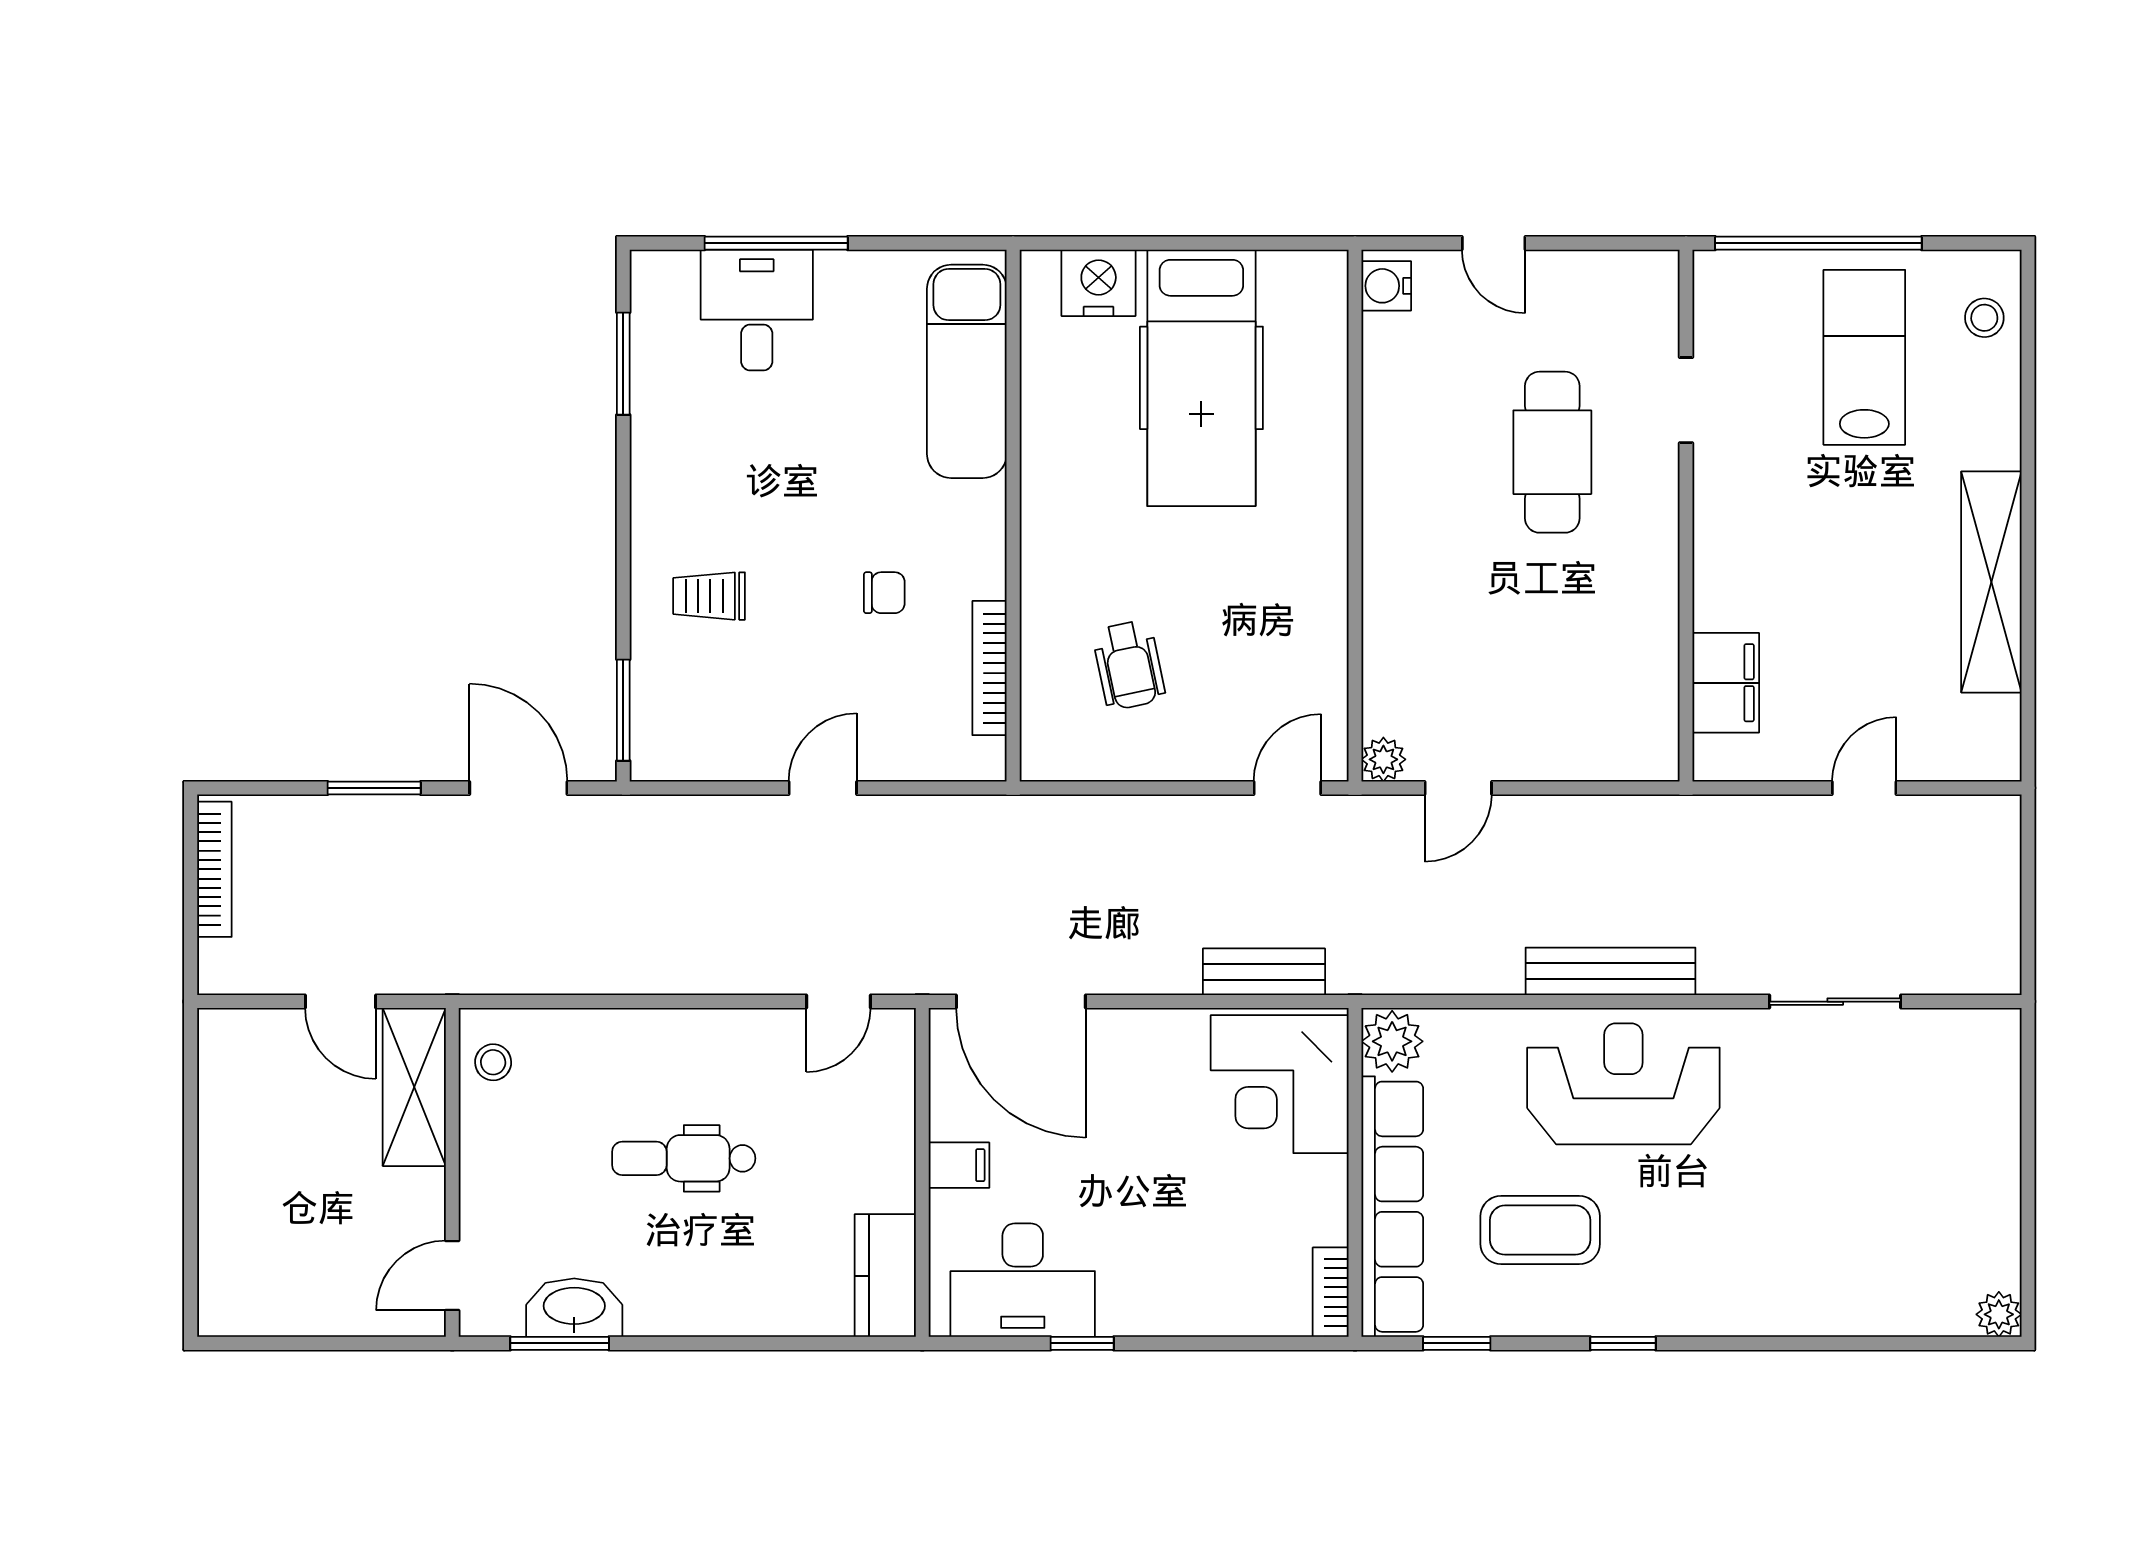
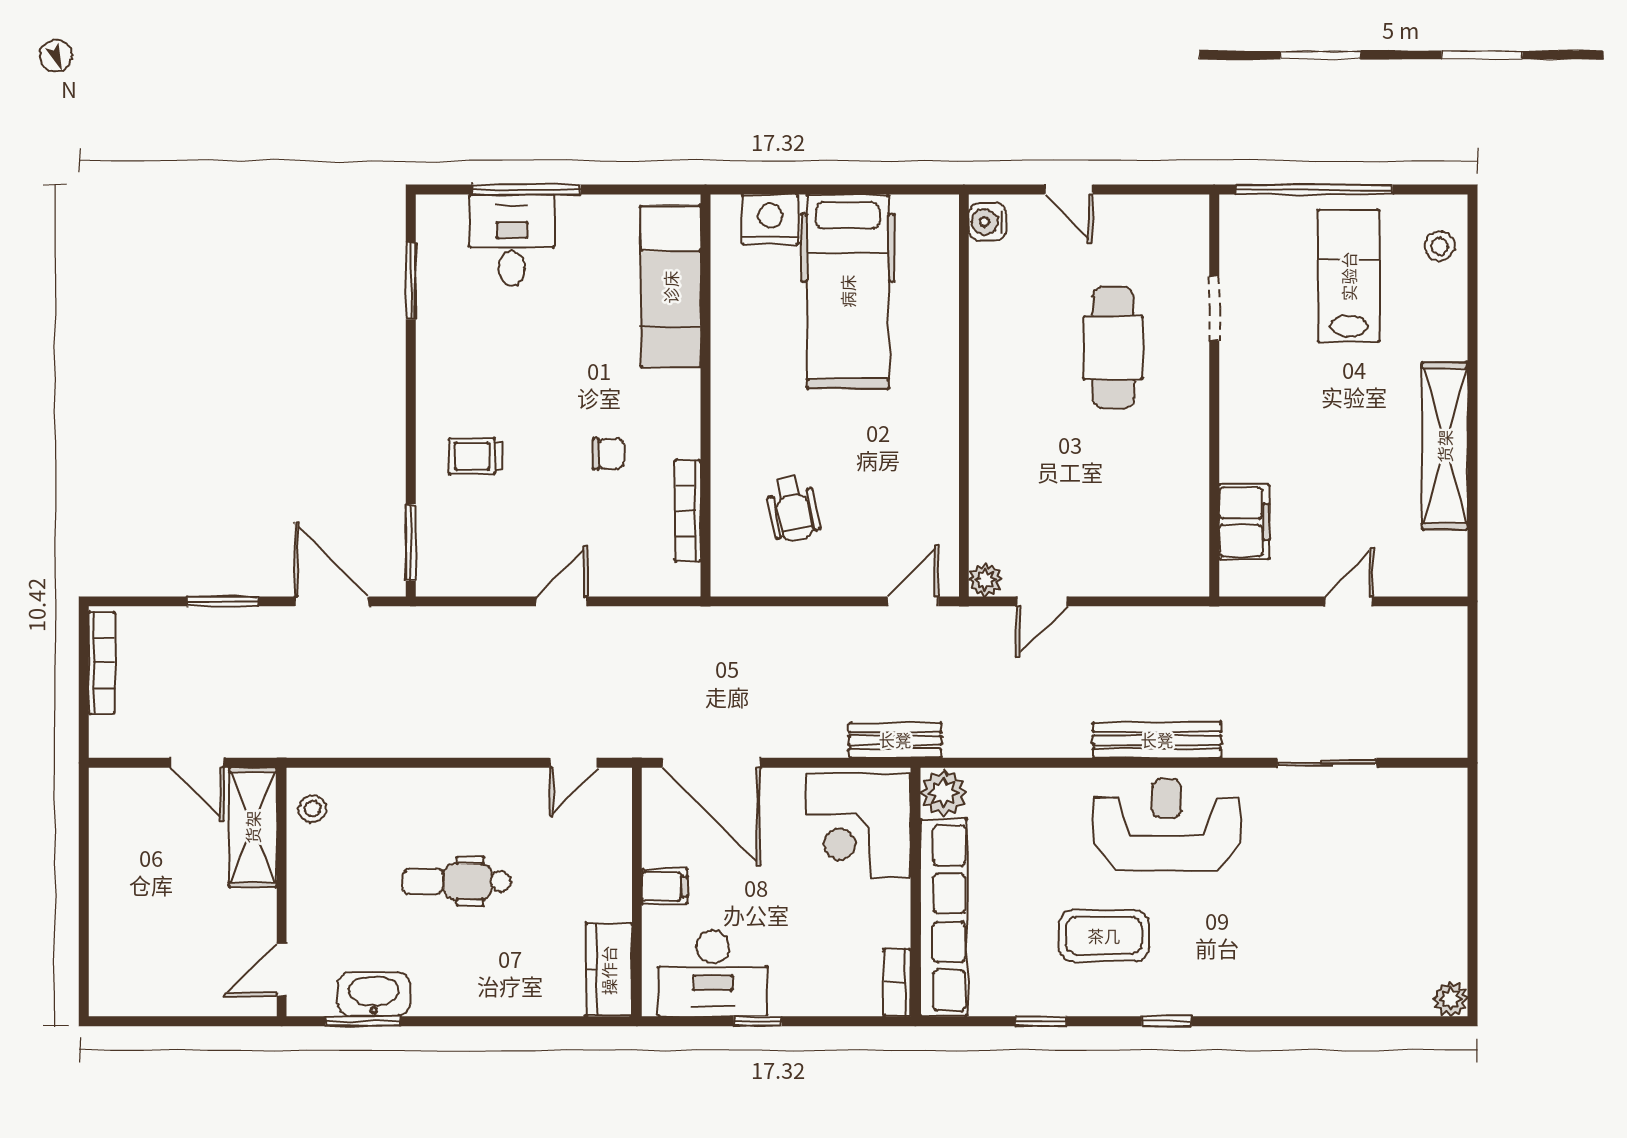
plant: (1392, 1041) -> (944, 793), moved
corner desk: (1280, 1084) -> (858, 825), moved
wall: (1355, 1172) -> (915, 892), moved
row of seats: (1392, 1207) -> (944, 918), moved
bookcase: (1331, 1292) -> (897, 983), moved

